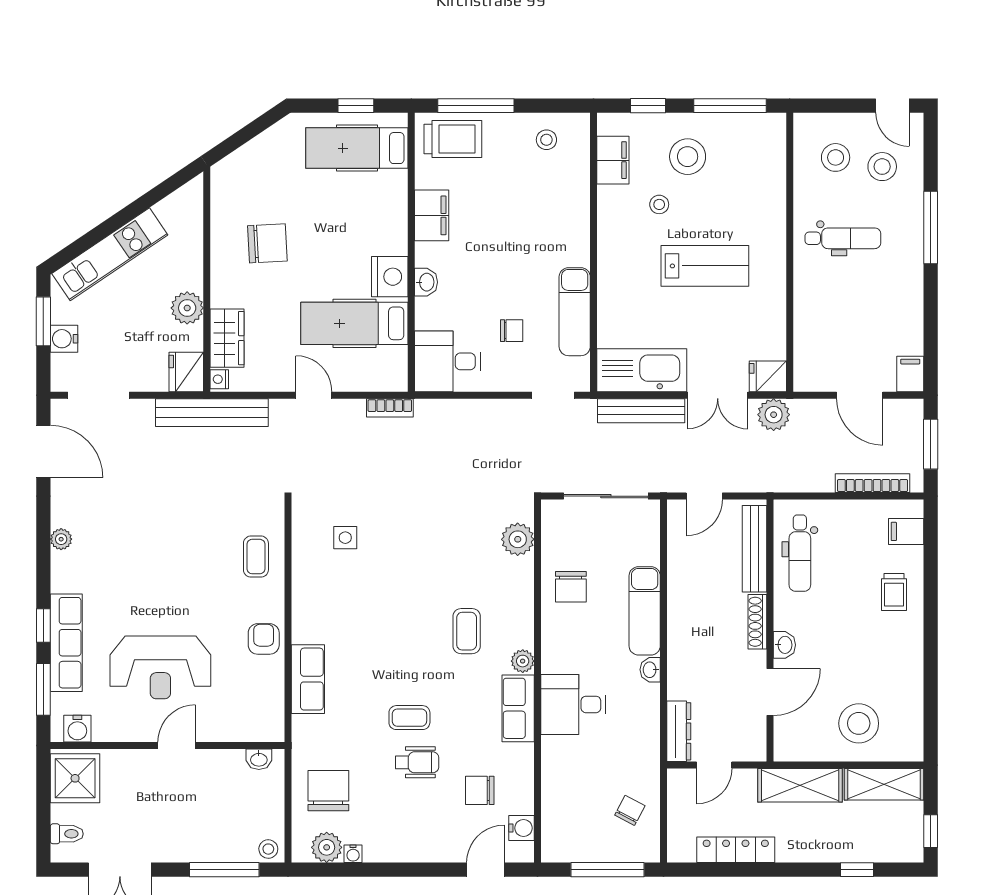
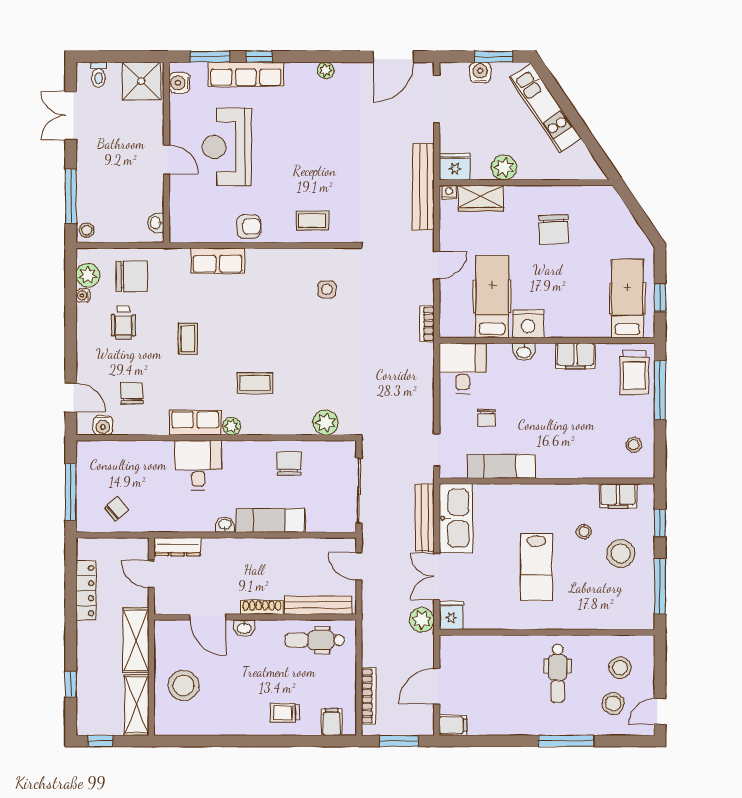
chair: (571, 587) -> (289, 464), turned 90
wheelchair: (417, 762) -> (123, 323), moved
chair: (630, 810) -> (116, 509), turned -68

